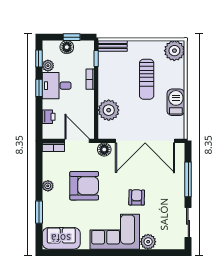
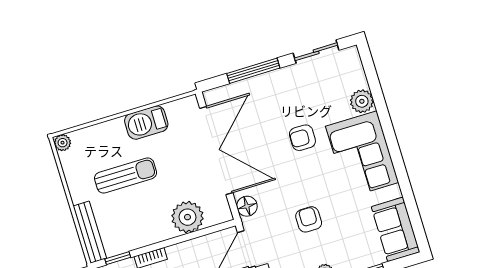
bench: (113, 46) -> (90, 232), width x1.36
plant: (174, 51) -> (63, 143), width x0.53, depth x0.53
armchair: (84, 186) -> (309, 219), width x0.53, depth x0.53

